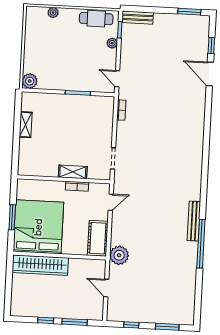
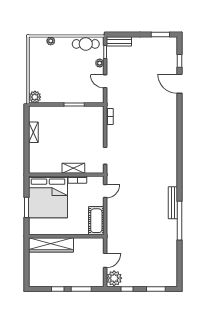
door: (117, 79) -> (105, 81), moved
bed: (38, 227) -> (48, 197), moved, turned 180
plant: (119, 255) -> (114, 278), moved
door: (106, 288) -> (105, 260), swing flipped

